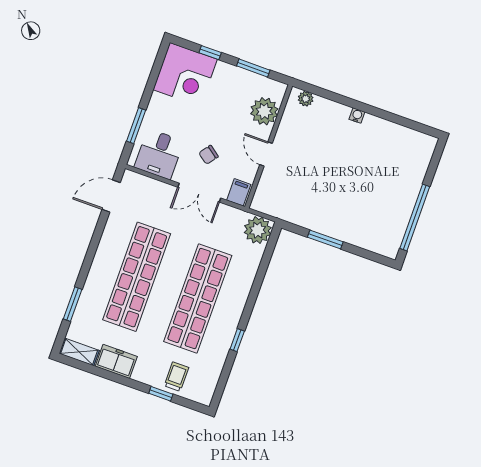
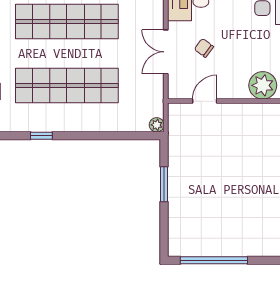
door: (266, 154) -> (205, 101), moved
filing cabinet: (239, 192) -> (179, 88), removed
plant: (258, 230) -> (157, 125), width x0.53, depth x0.53

